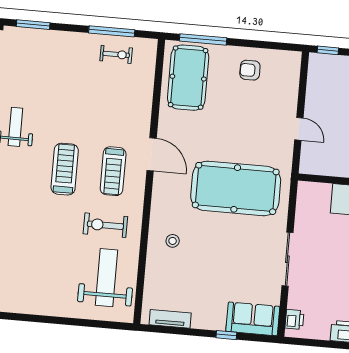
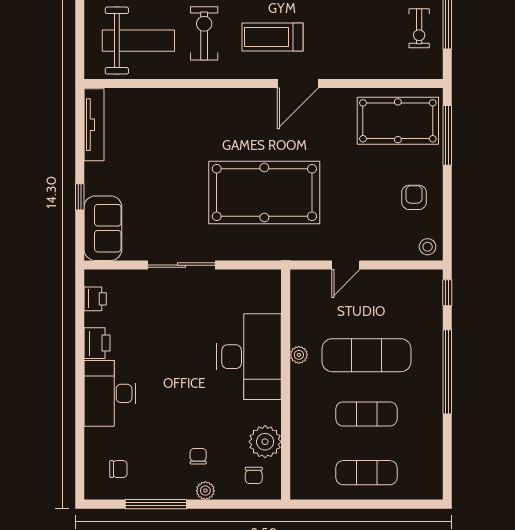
pool table: (236, 188) -> (264, 193), turned 90
stool: (173, 241) -> (428, 247), moved
tv unit: (170, 319) -> (94, 125), width x1.41
printer: (294, 319) -> (95, 299), moved, turned -90

